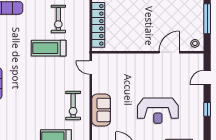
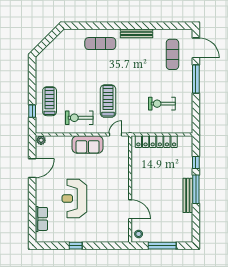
treadmill: (49, 48) -> (108, 101), moved
door: (207, 77) -> (106, 246), removed
sofa: (101, 110) -> (88, 144), moved

